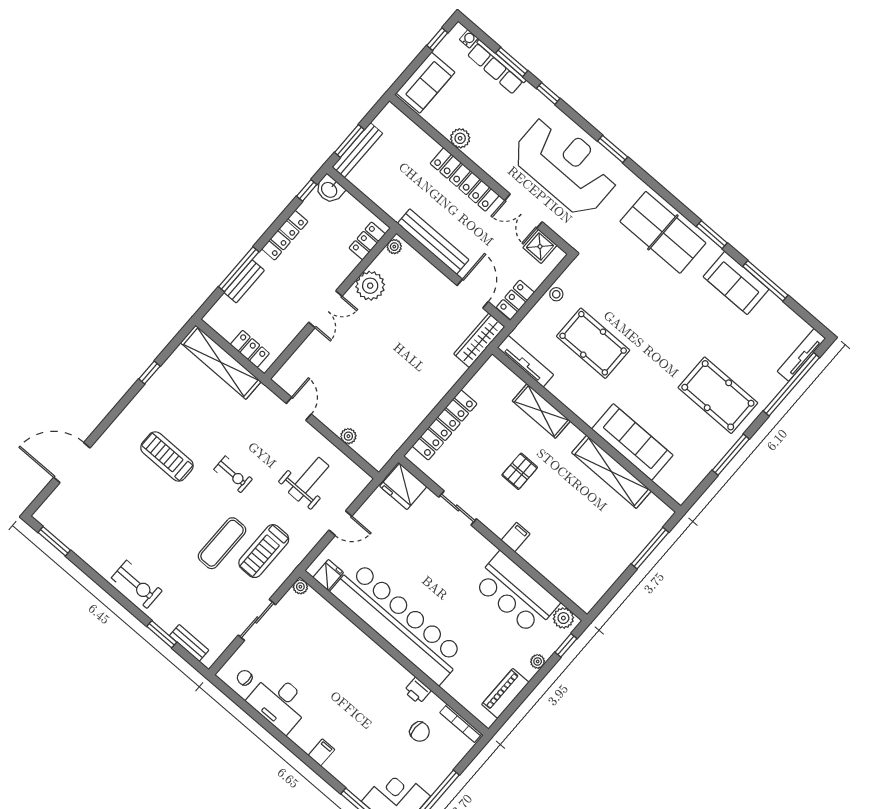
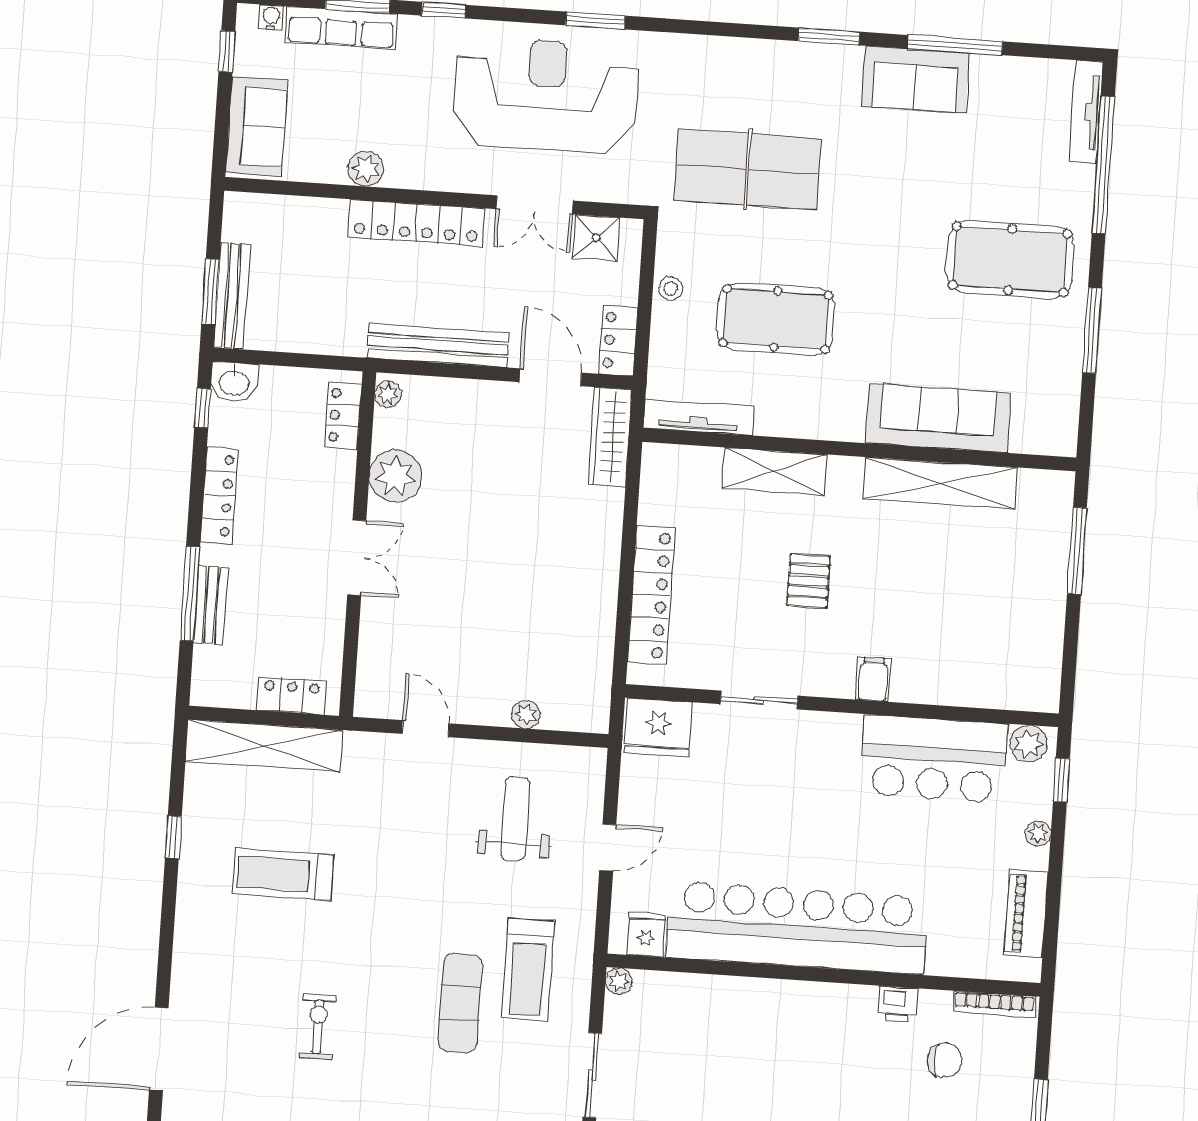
table tennis table: (663, 232) -> (747, 169), moved
treadmill: (167, 457) -> (283, 874), moved
exercise bike: (233, 474) -> (318, 1027), moved, turned -90

